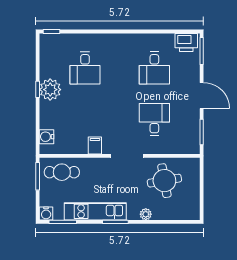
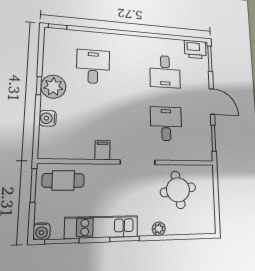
desk: (85, 68) -> (93, 67), turned 180
water cooler: (47, 137) -> (48, 118), moved

